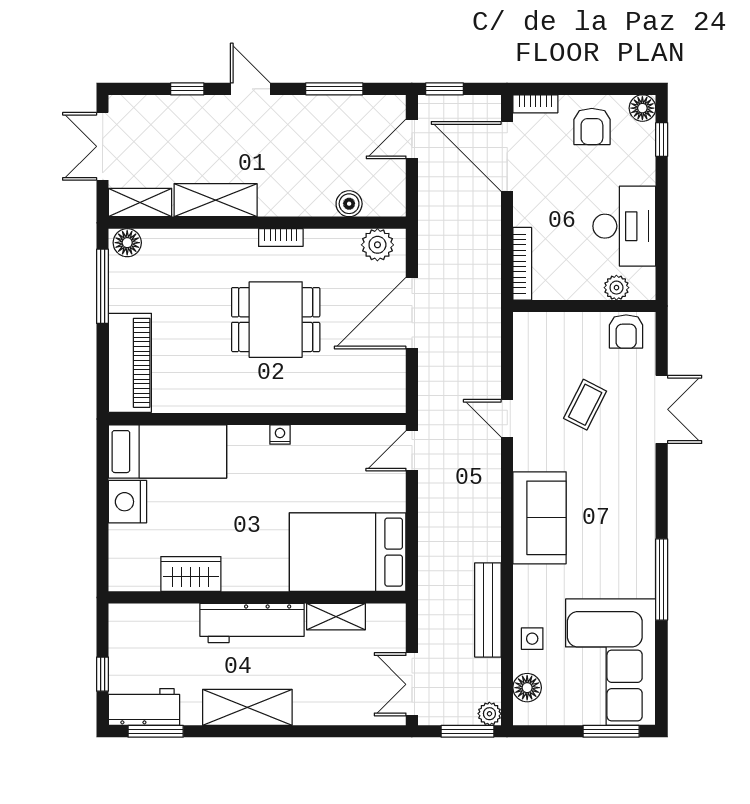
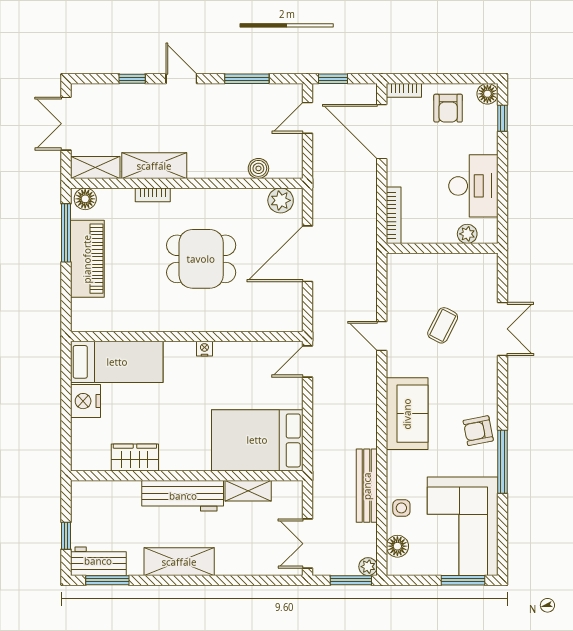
bookcase: (281, 238) -> (153, 195), moved
armchair: (626, 331) -> (478, 431), moved, turned 79
piano: (130, 363) -> (87, 259), moved

